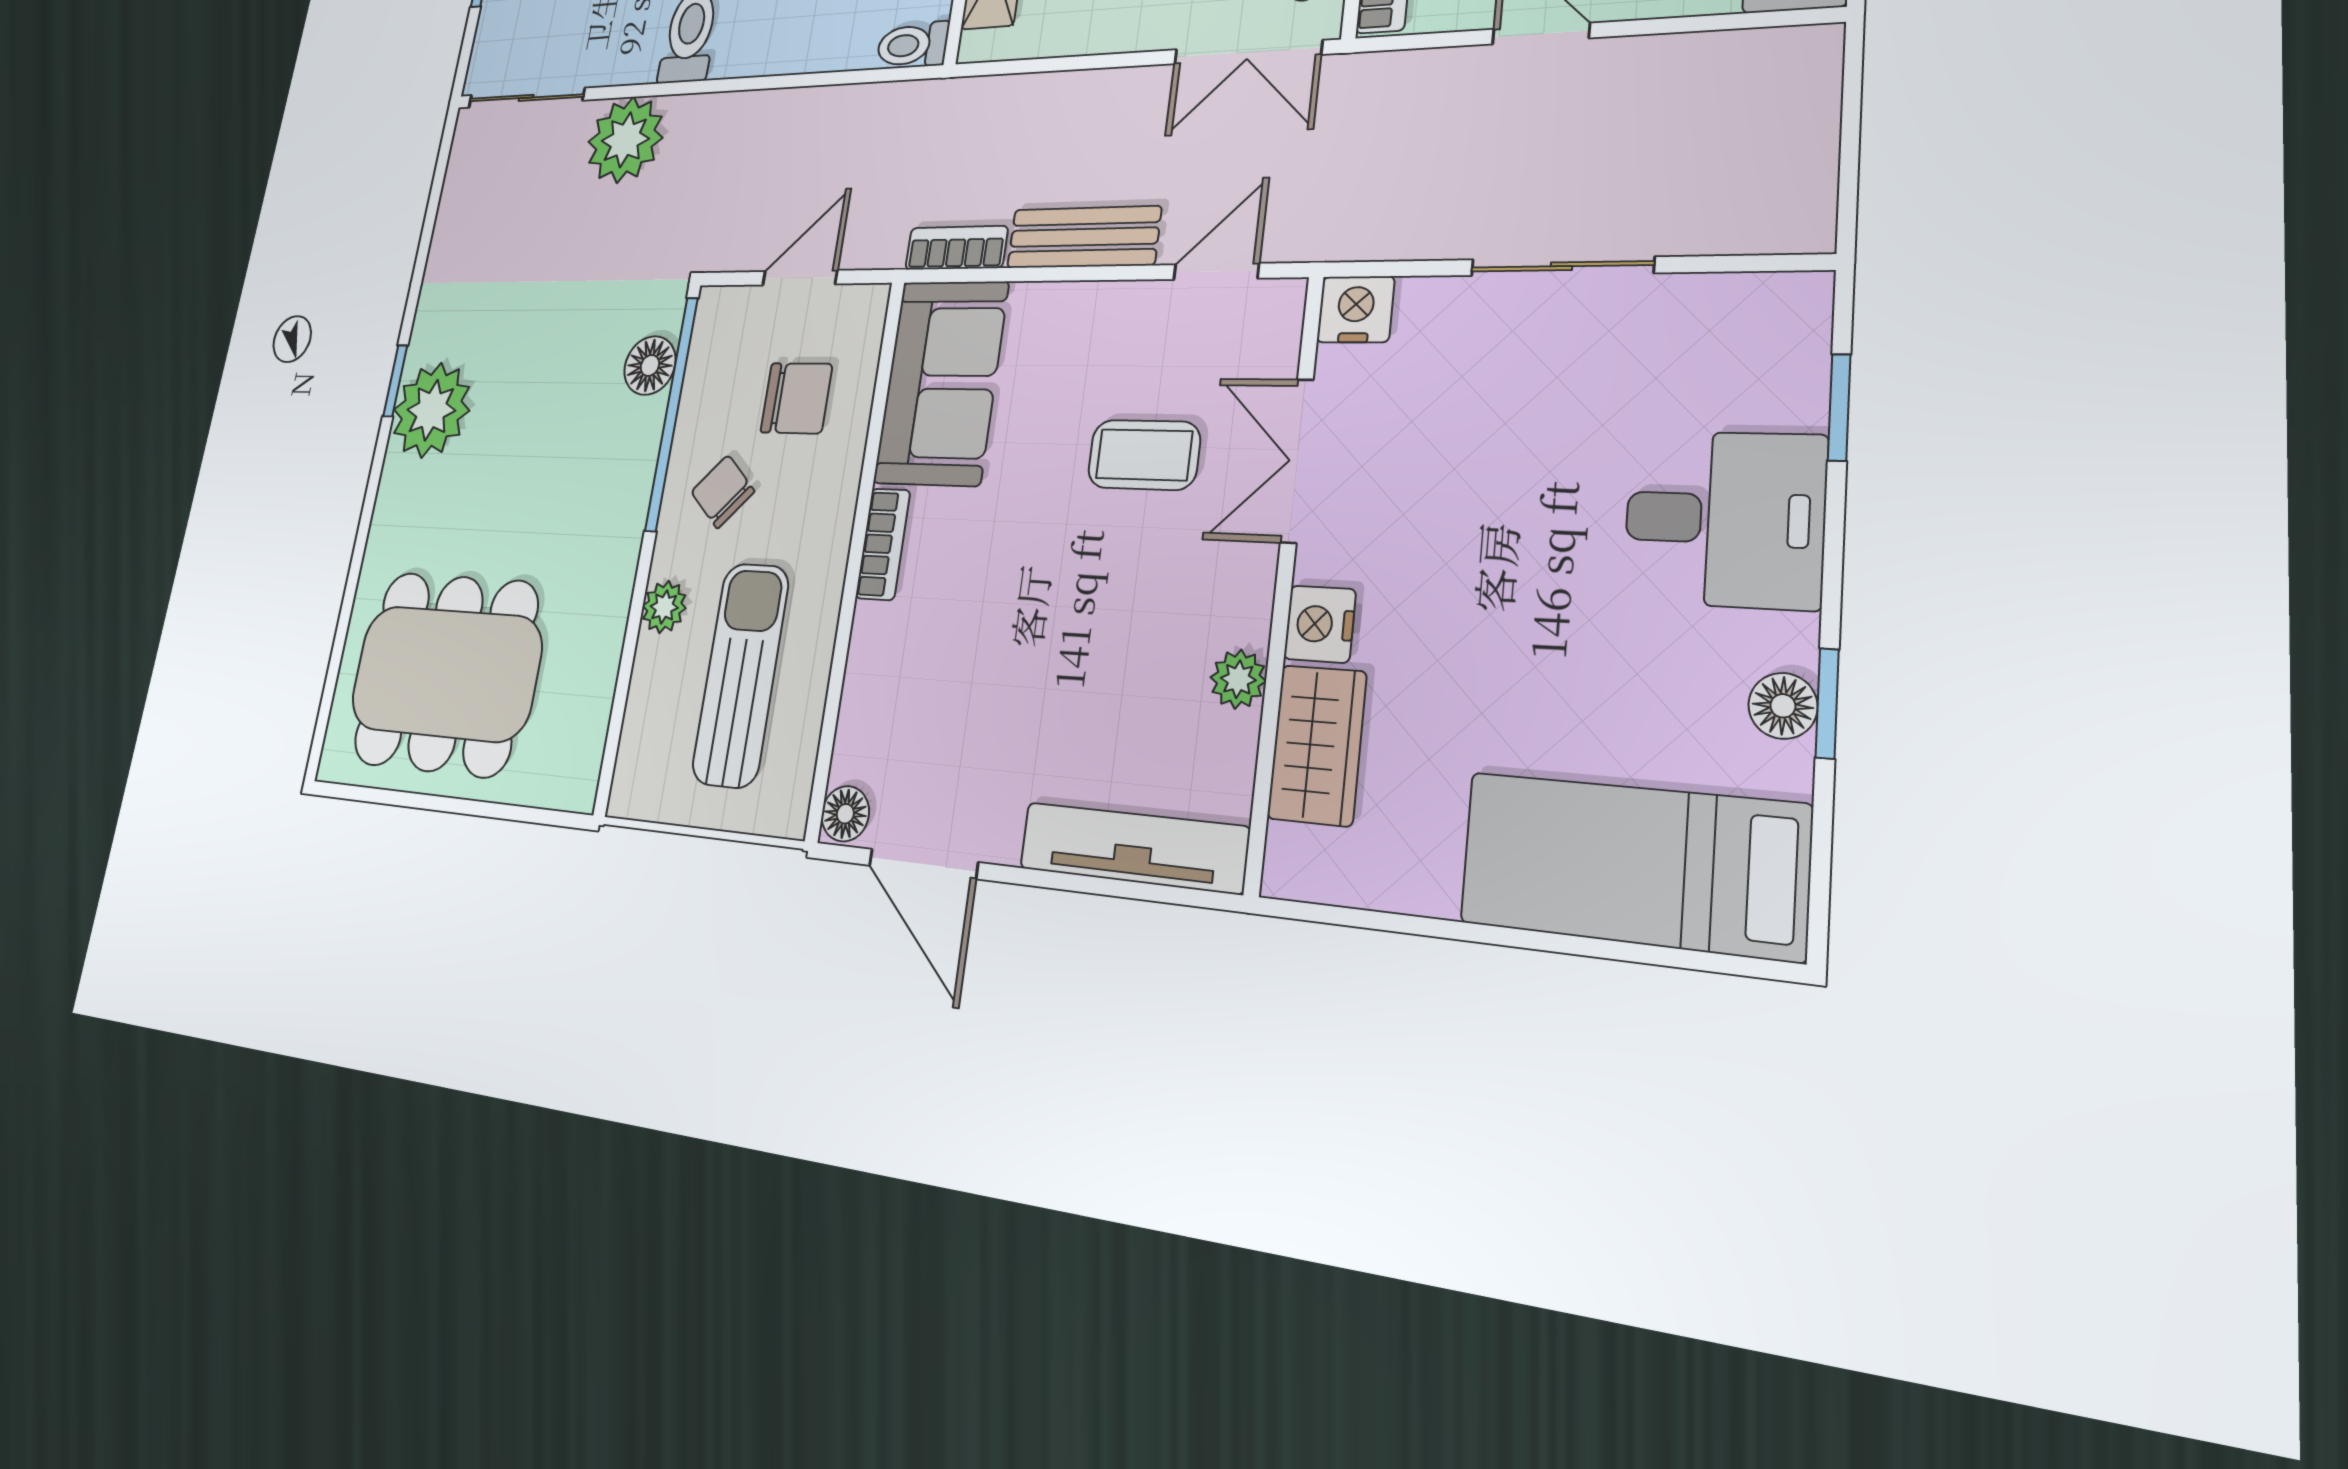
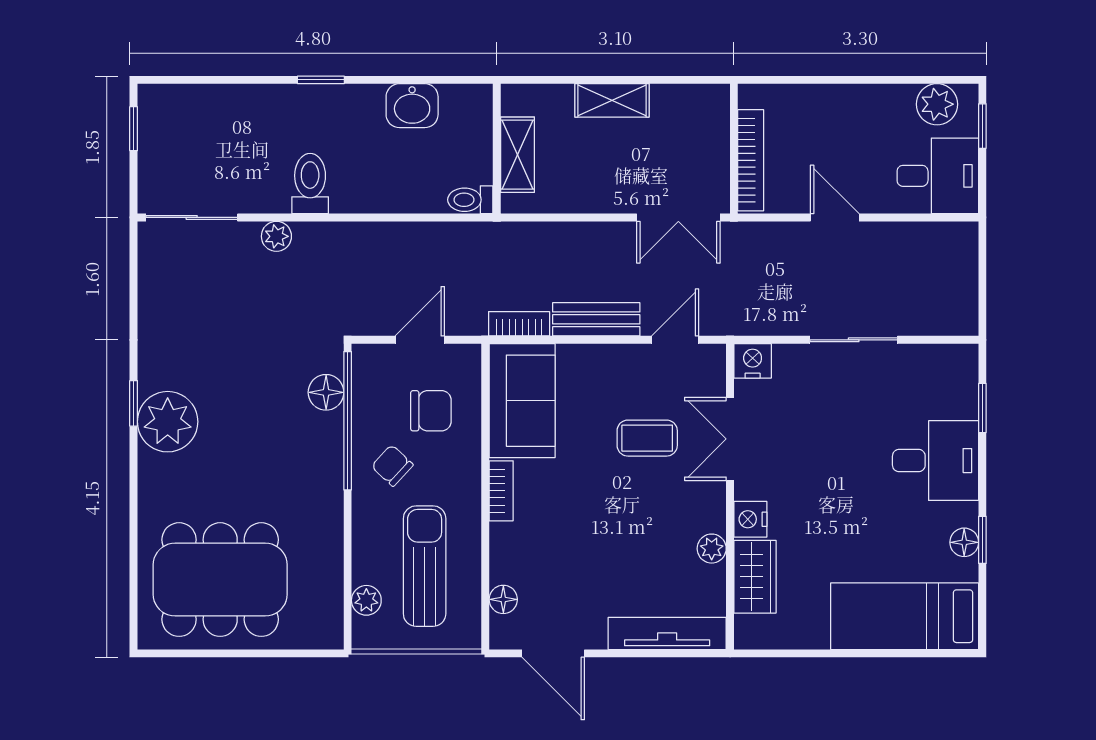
plant: (625, 140) -> (276, 236), width x0.53, depth x0.53
plant: (664, 607) -> (366, 600), moved
floor lamp: (845, 814) -> (503, 599), moved

